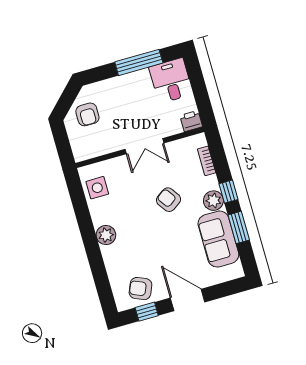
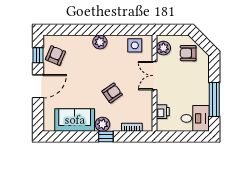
printer: (191, 121) -> (163, 112), moved
double door: (144, 146) -> (154, 76), moved
plant: (90, 149) -> (163, 48), added
window: (239, 227) -> (79, 137), removed

